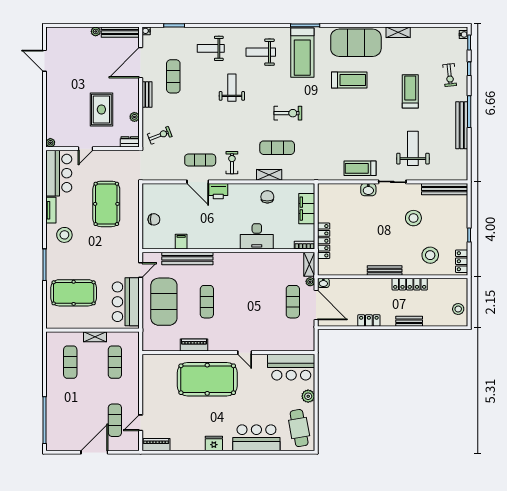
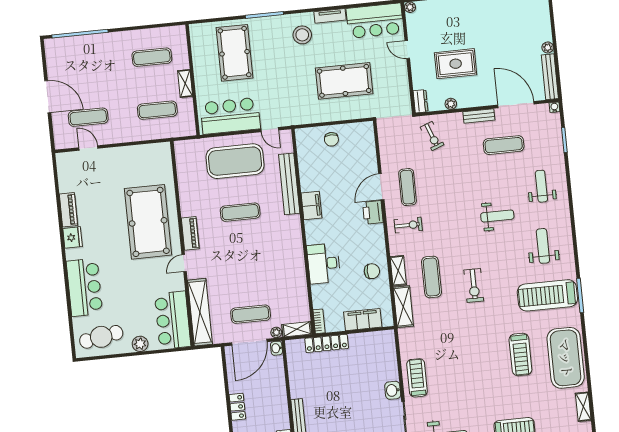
shelving: (300, 174) -> (403, 307), added
filing cabinet: (181, 242) -> (311, 205), moved, width x2.00
shelving: (287, 344) -> (200, 312), added
piano: (194, 345) -> (190, 233), moved
piano: (156, 445) -> (68, 210), moved

